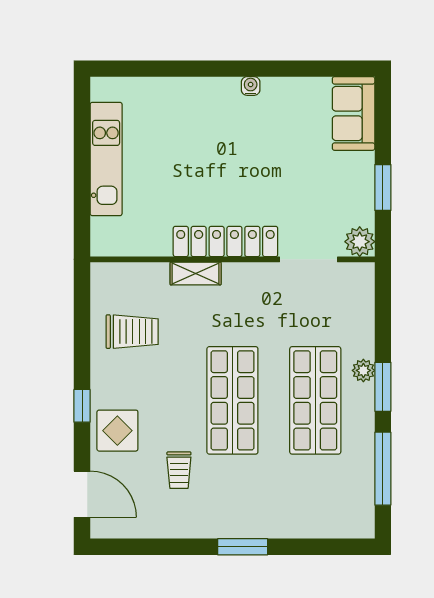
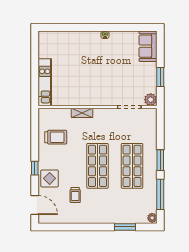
kitchen unit: (106, 159) -> (45, 82), moved
locker: (225, 241) -> (95, 100), removed
plant: (363, 370) -> (152, 218), moved
window: (243, 547) -> (125, 227), moved

